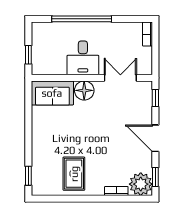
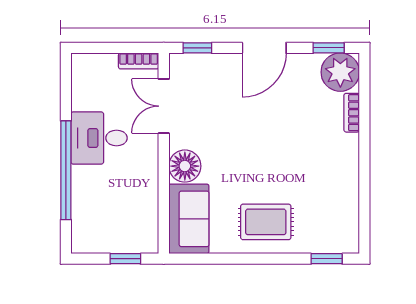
bookcase: (147, 34) -> (139, 61), moved
desk: (83, 58) -> (99, 138), moved, turned 180
rug: (74, 174) -> (266, 222), moved

